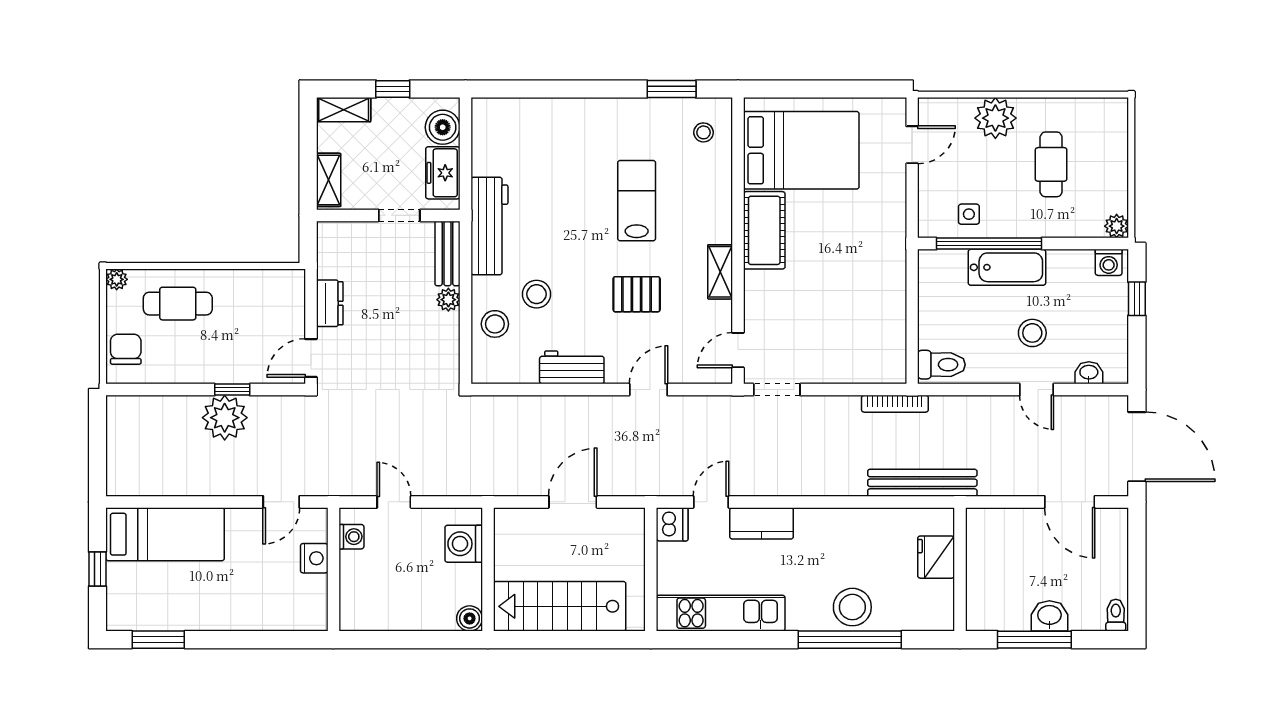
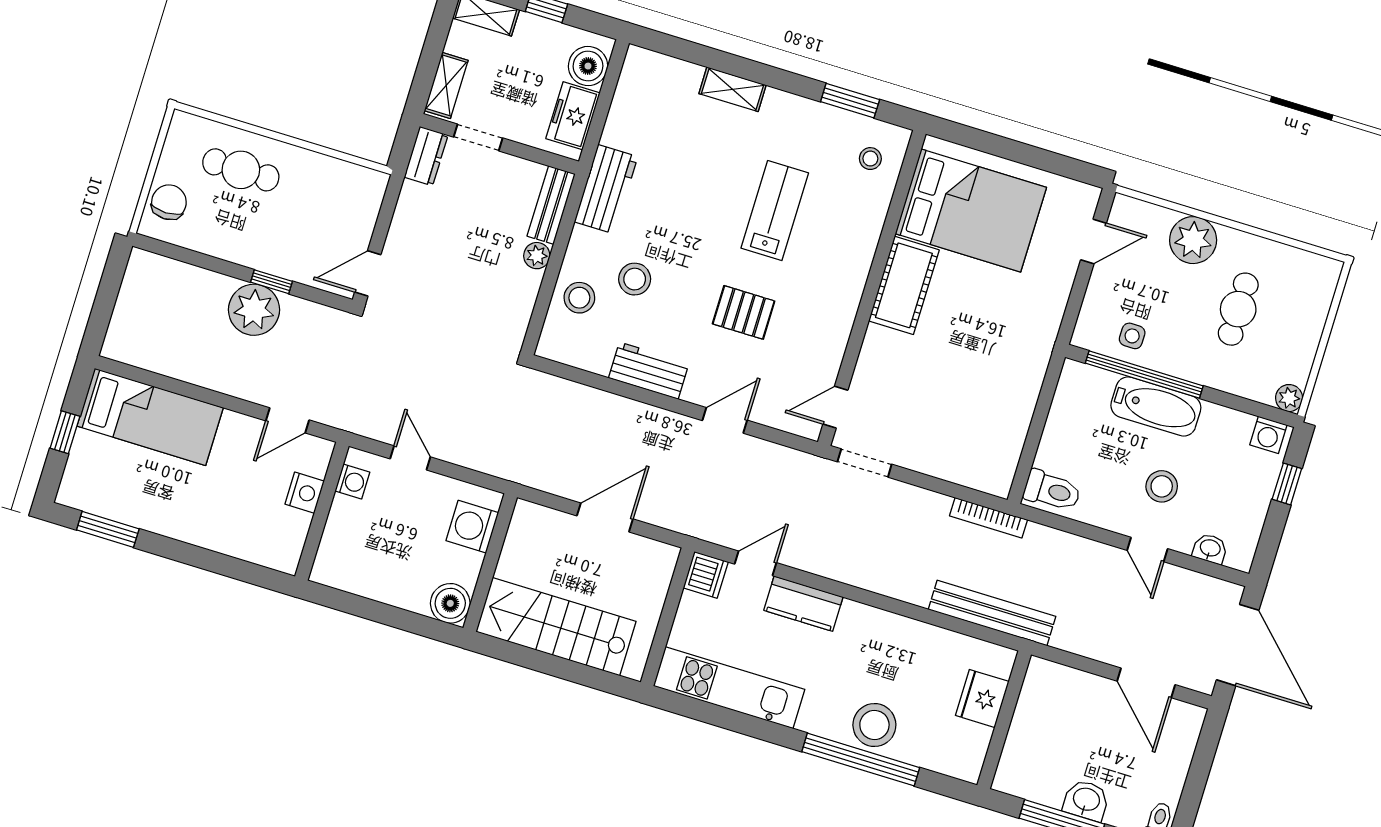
doorway: (399, 215) -> (478, 137), moved
workbench: (489, 226) -> (606, 189), width x0.73
shelving: (720, 272) -> (732, 89), moved, turned 90
plant: (117, 279) -> (182, 123), removed
dresser: (330, 303) -> (426, 156), moved
boiler: (470, 618) -> (450, 603), width x1.36, depth x1.36

